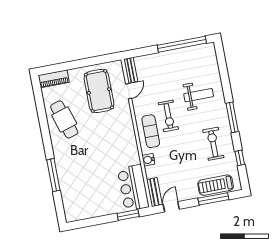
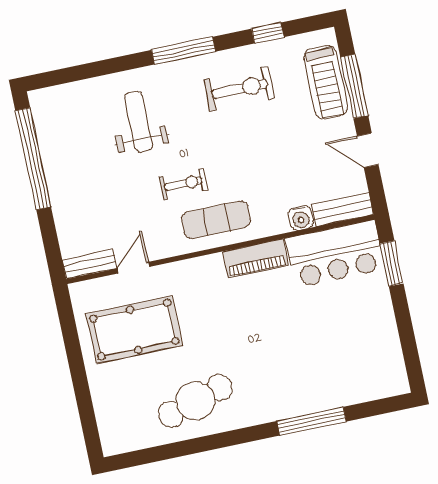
piano: (54, 79) -> (256, 258), moved, turned 90
door: (129, 91) -> (133, 268), hinge flipped
exercise bike: (168, 116) -> (183, 184), width x0.73, depth x0.72
exercise bike: (213, 144) -> (239, 89), turned 180
water cooler: (148, 160) -> (301, 218), moved
door: (171, 207) -> (368, 150), moved

